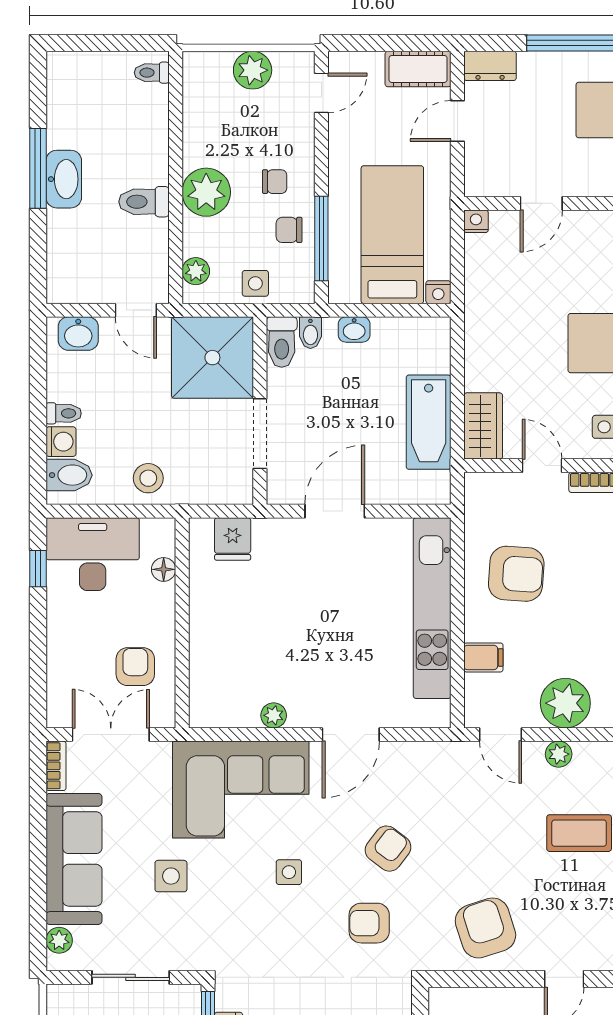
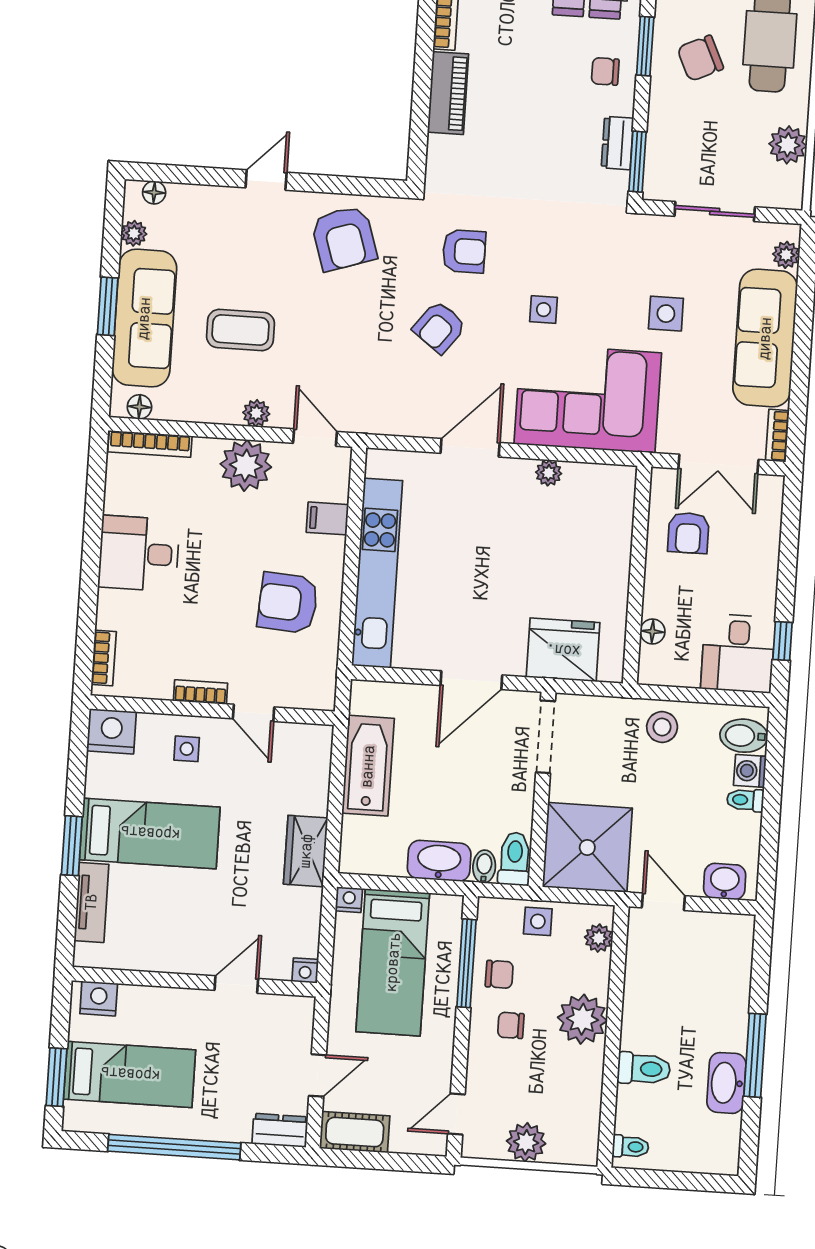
washbasin: (64, 179) -> (726, 1083), moved
toilet: (144, 202) -> (644, 1069), moved
washbasin: (354, 329) -> (439, 861), width x1.91, depth x1.45
wardrobe: (483, 426) -> (306, 851), moved
doorway: (260, 434) -> (545, 737), moved
fridge: (233, 539) -> (563, 650), width x1.88, depth x1.34
desk: (93, 554) -> (738, 653), width x0.73

